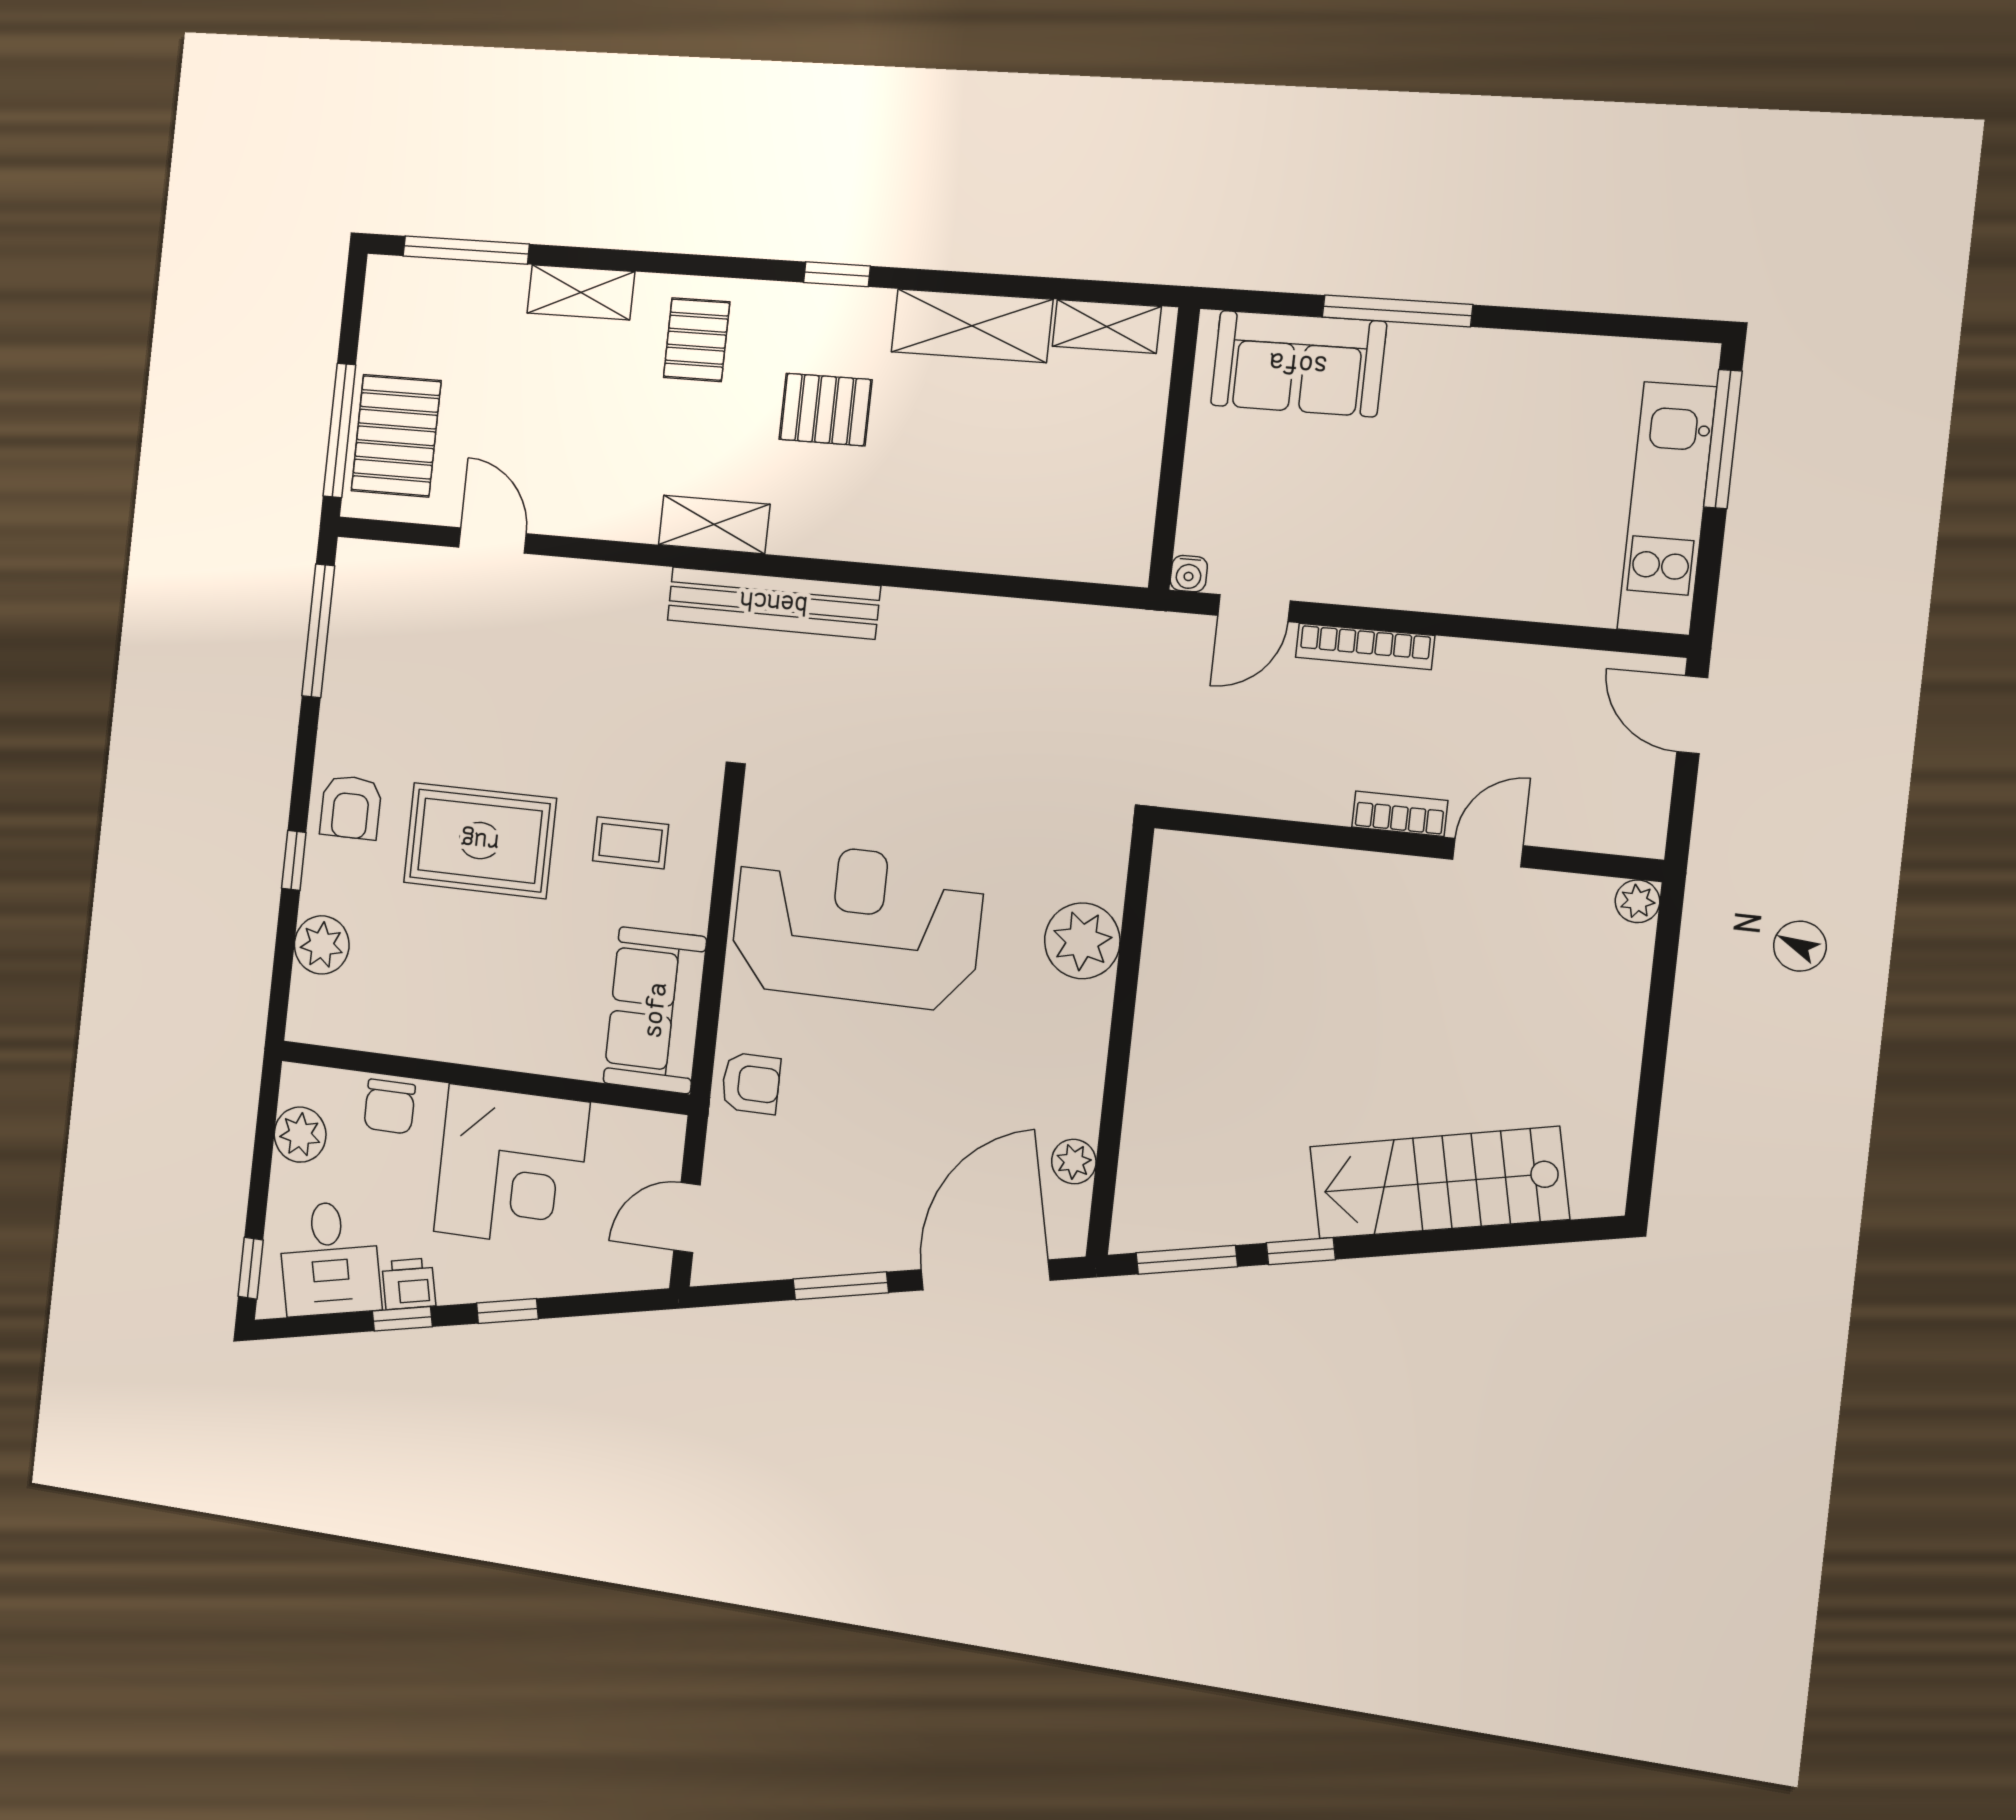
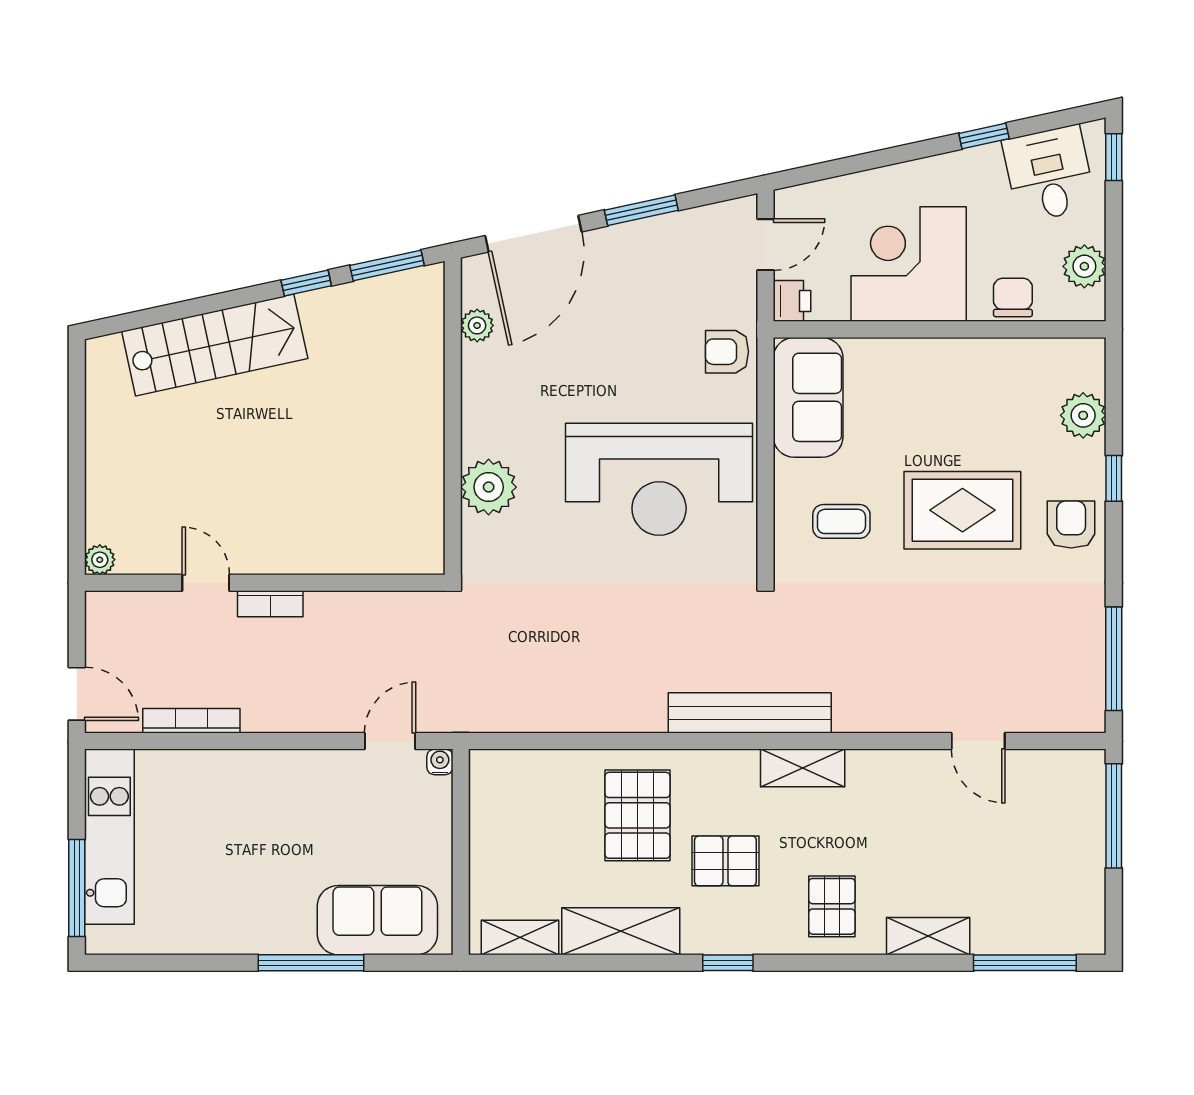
pallet: (396, 436) -> (638, 815), moved
bookcase: (1365, 646) -> (191, 721), moved
door: (1488, 853) -> (206, 583), swing flipped
printer: (409, 1284) -> (792, 301), moved, turned -78
window: (507, 1311) -> (900, 154), removed

